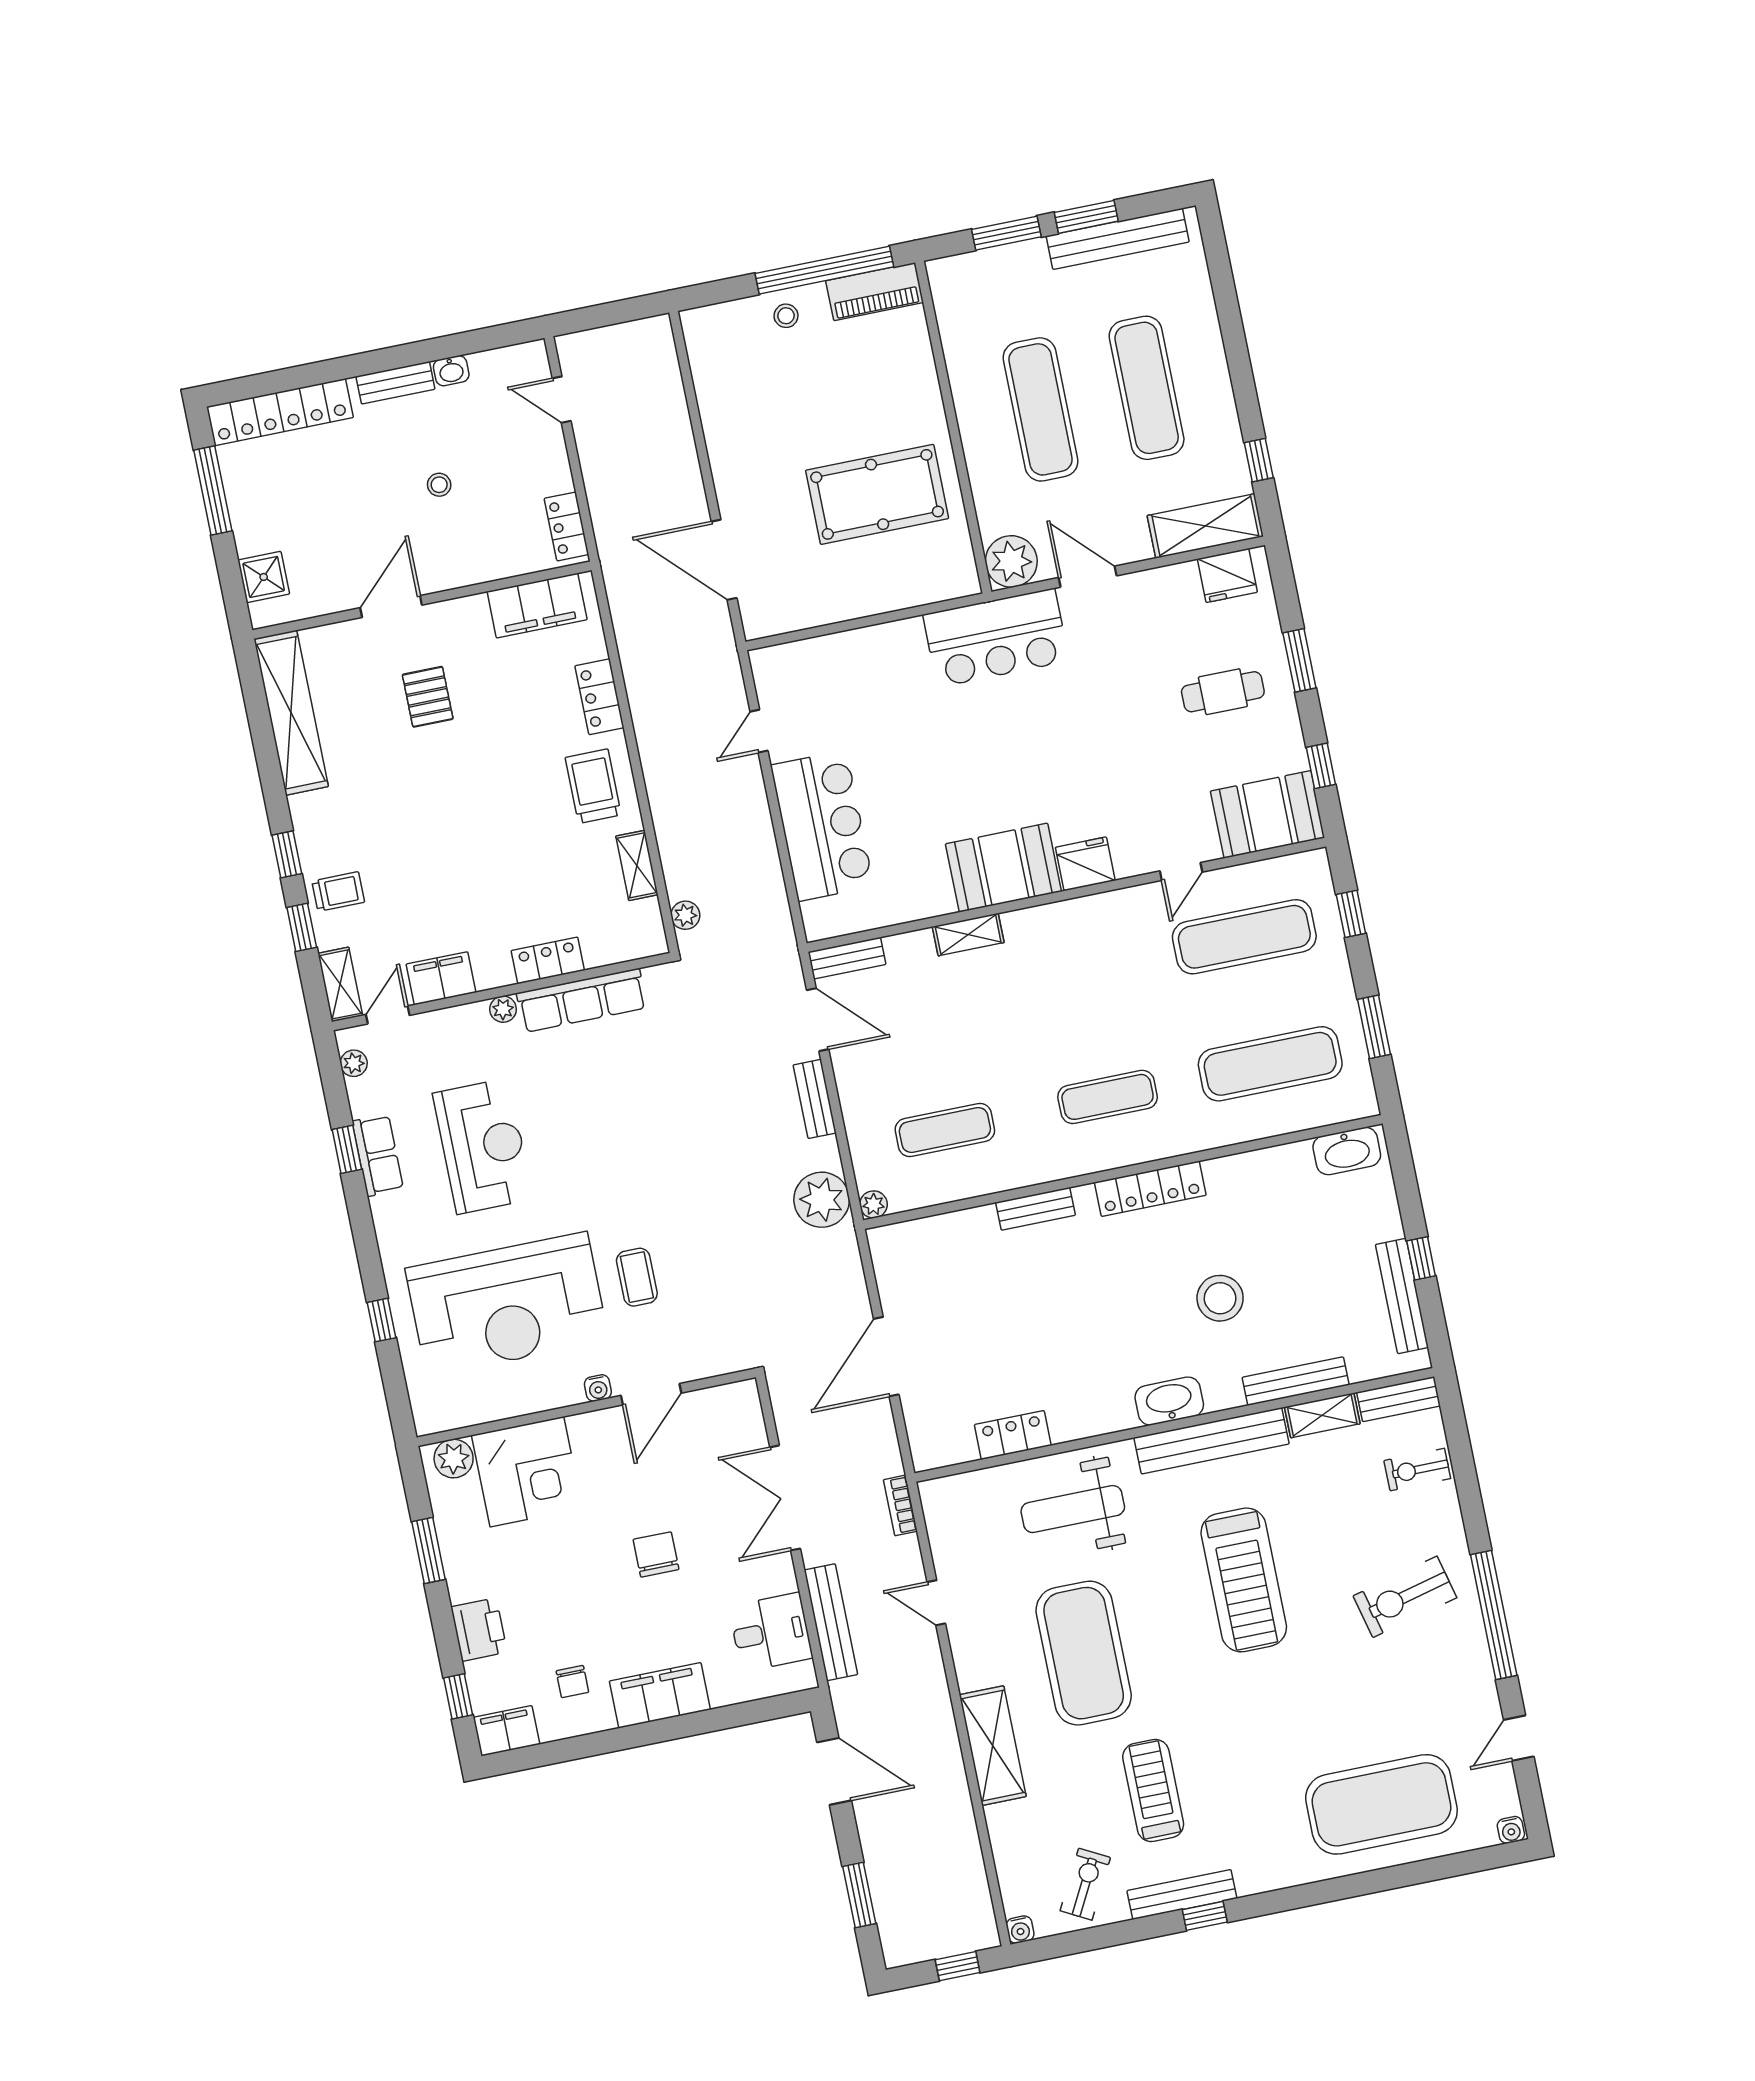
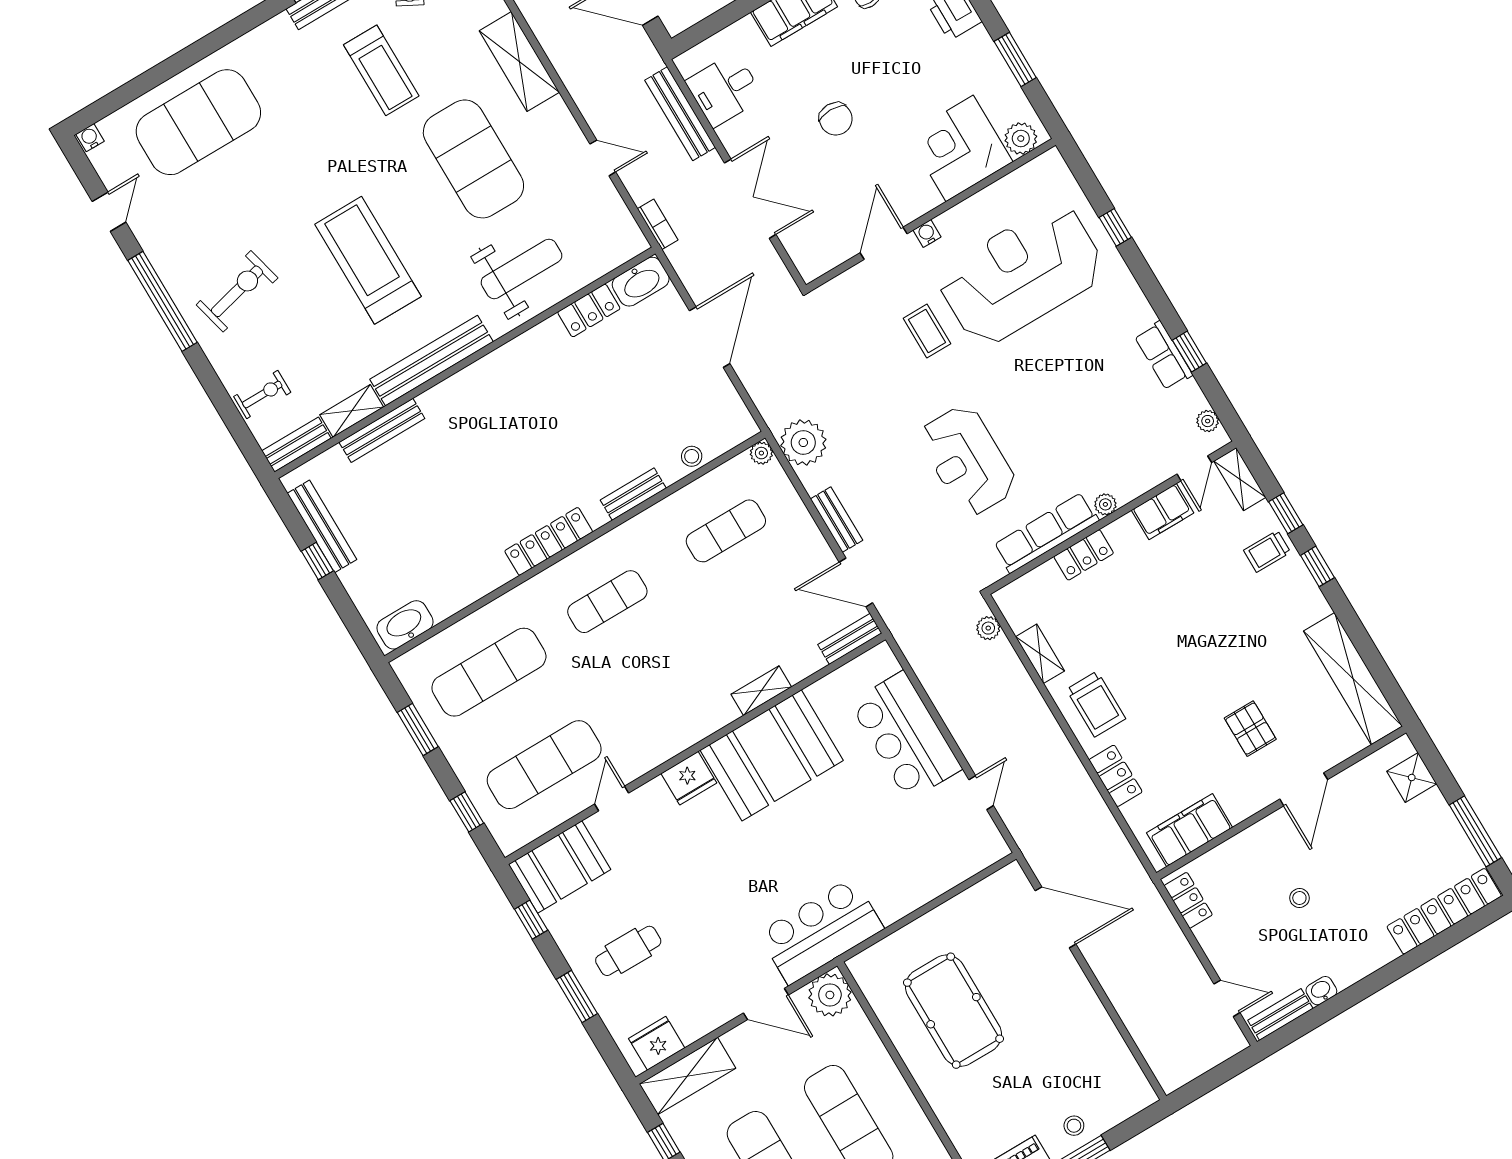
bench: (395, 383) -> (1280, 1014), moved
pool table: (877, 494) -> (953, 1011), turned 90
booth: (1003, 868) -> (772, 755), width x1.36, depth x1.42
reception desk: (483, 1146) -> (968, 460), moved
stool: (1220, 1298) -> (692, 456), moved, width x0.53, depth x0.53
washbasin: (1169, 1401) -> (641, 282), moved

